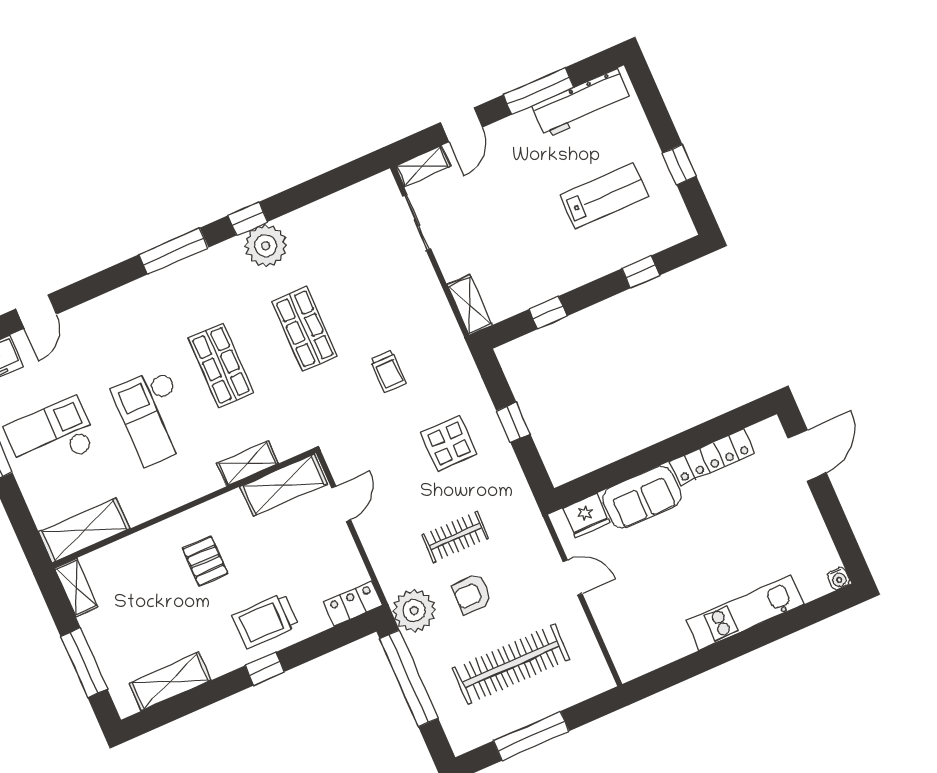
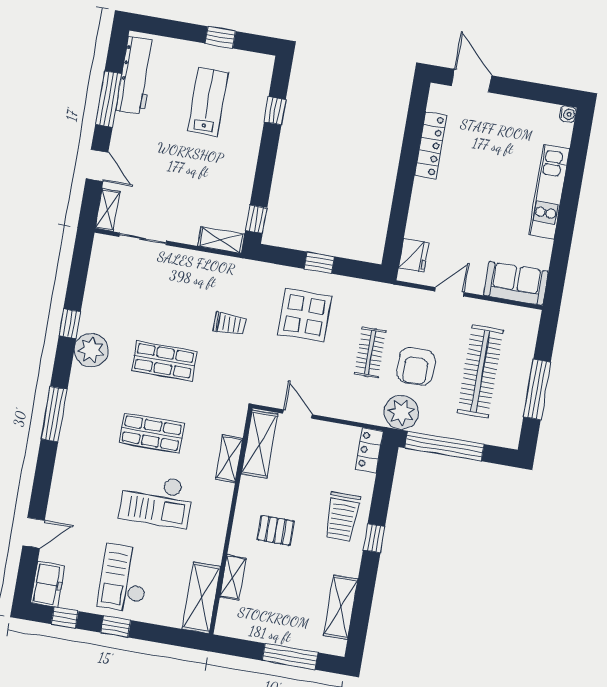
window: (248, 219) -> (70, 324), moved
door: (36, 311) -> (34, 533), hinge flipped
window: (548, 313) -> (256, 219), moved
display table: (449, 443) -> (305, 315), width x1.36, depth x1.36
sofa: (642, 497) -> (516, 283), moved, turned -90
shelving: (76, 588) -> (233, 578), moved, turned 90
armchair: (472, 594) -> (416, 366), width x1.38, depth x1.38

